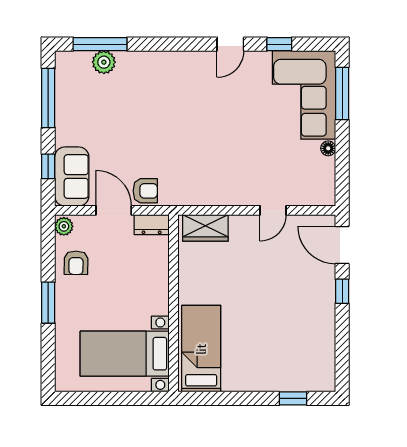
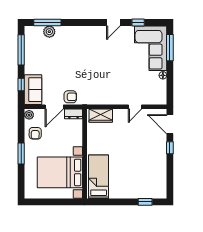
door: (114, 210) -> (54, 107), swing flipped
bed with nightstands: (125, 354) -> (60, 172), width x1.36

